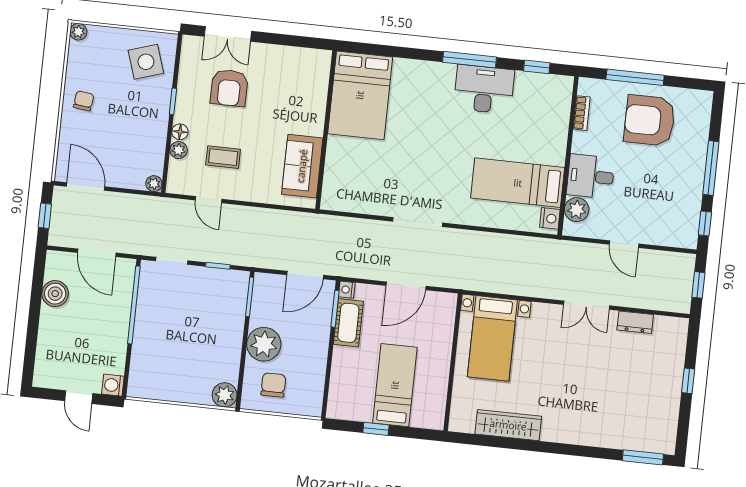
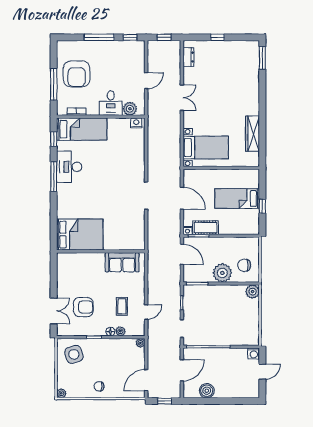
bed: (518, 183) -> (82, 129), moved, turned -90
dresser: (635, 322) -> (188, 57), moved

